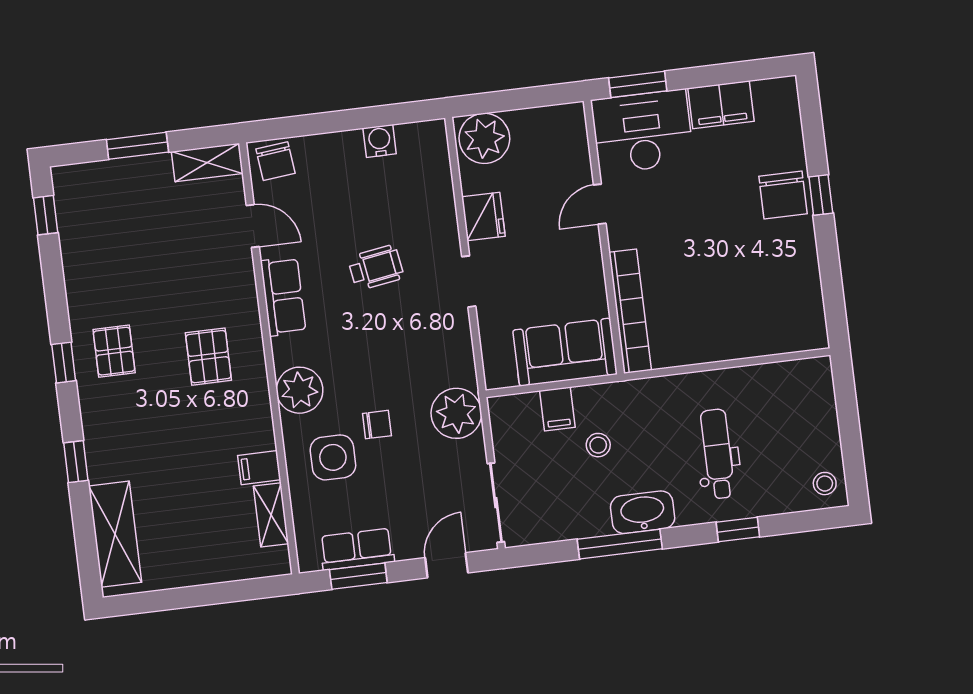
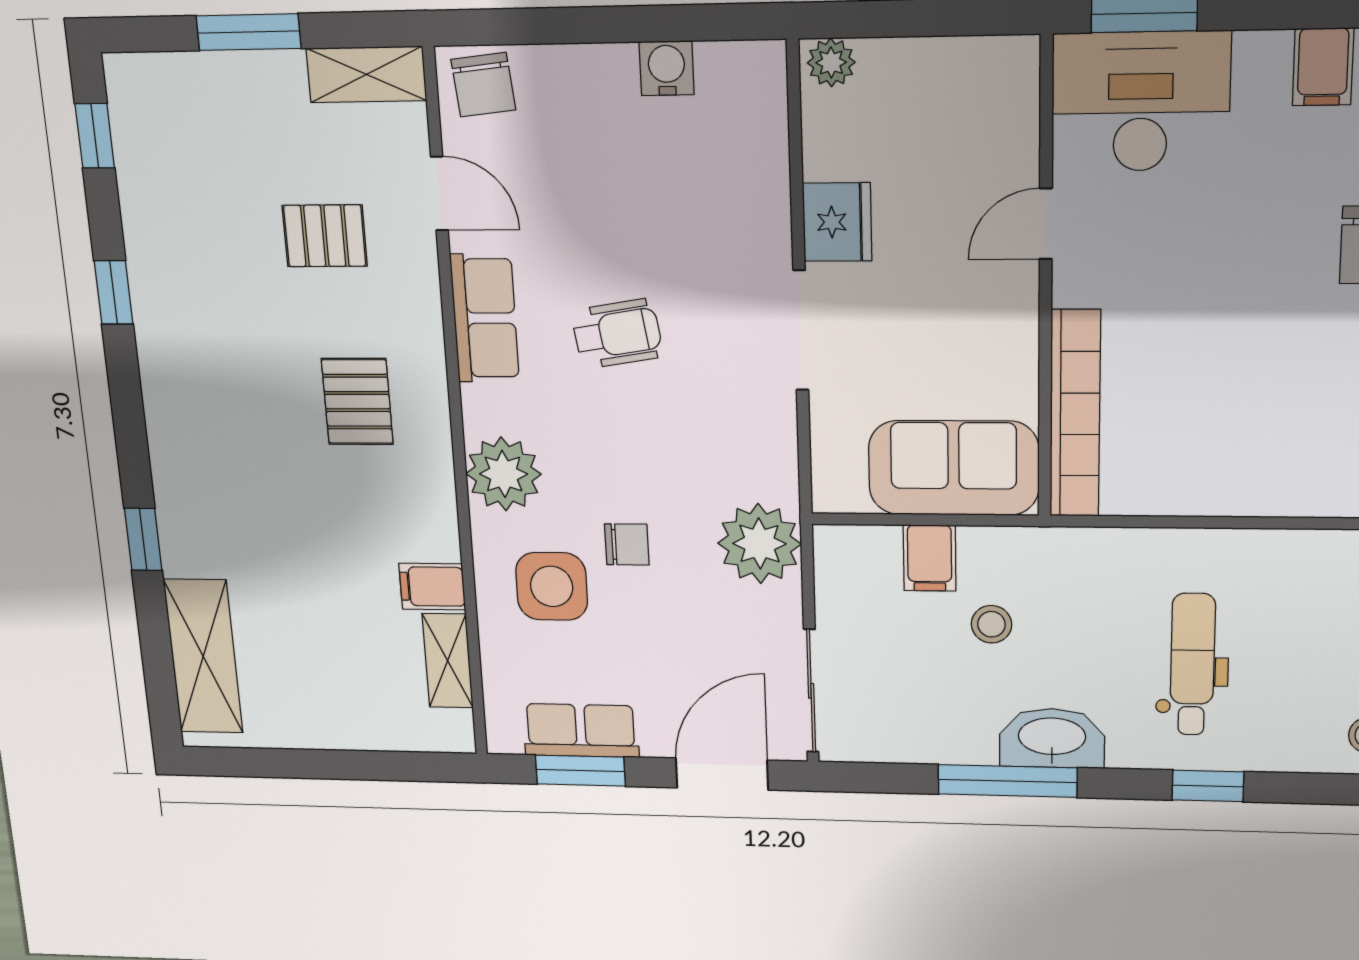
filing cabinet: (721, 105) -> (1323, 67), width x0.50
plant: (484, 138) -> (831, 63), width x0.53, depth x0.53
wheelchair: (376, 268) -> (617, 334), moved
doorway: (469, 281) -> (801, 330), width x1.38
pallet: (114, 351) -> (325, 236), moved, turned 90
window: (64, 363) -> (114, 292), moved
door: (447, 565) -> (722, 774), width x1.38

